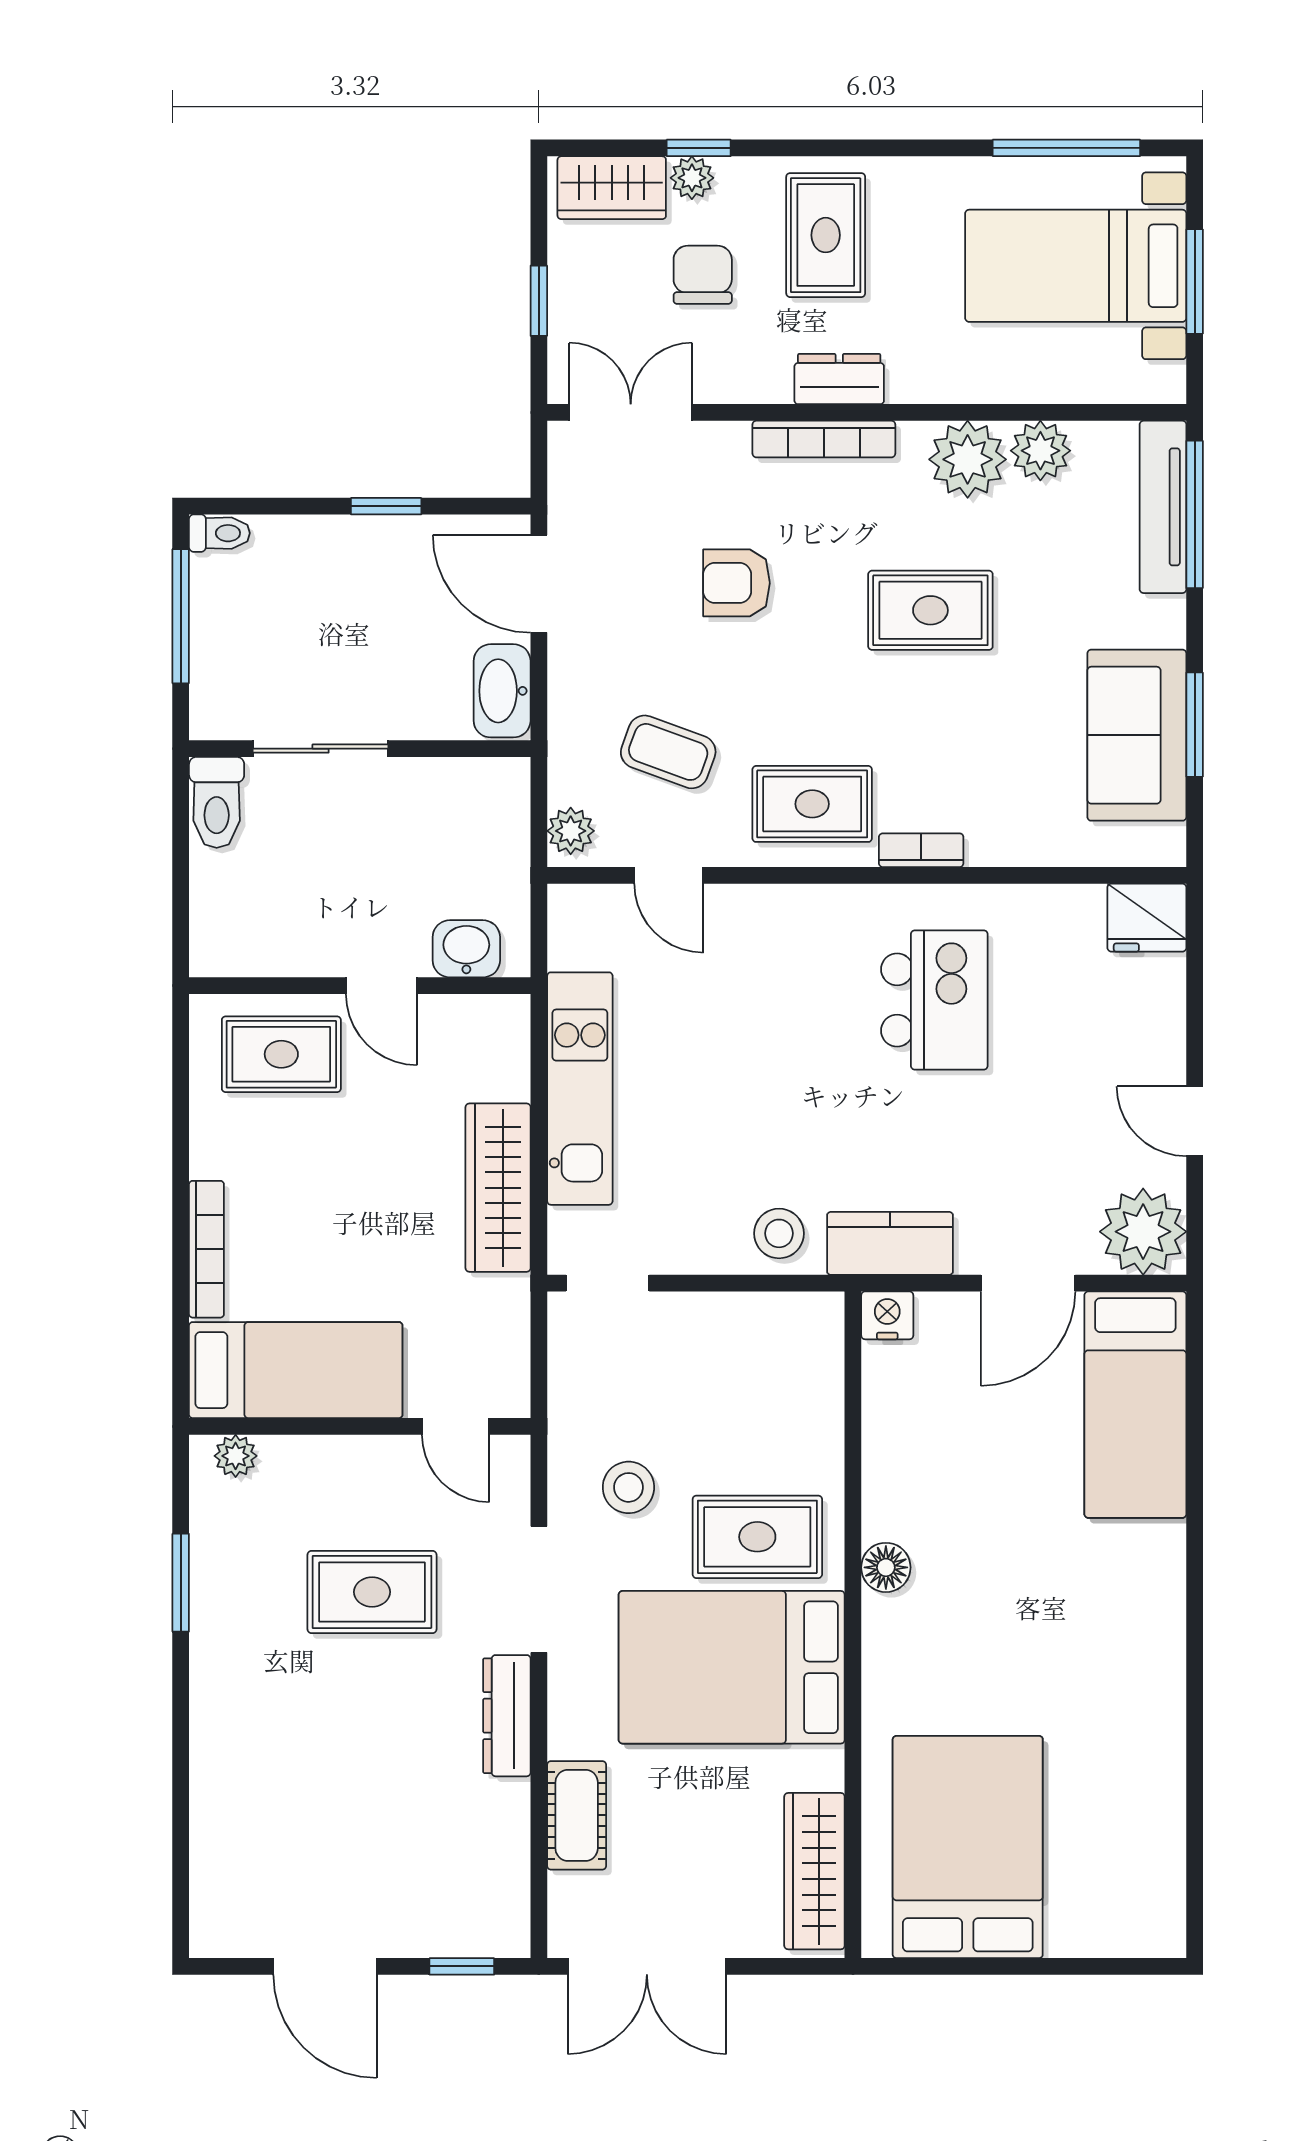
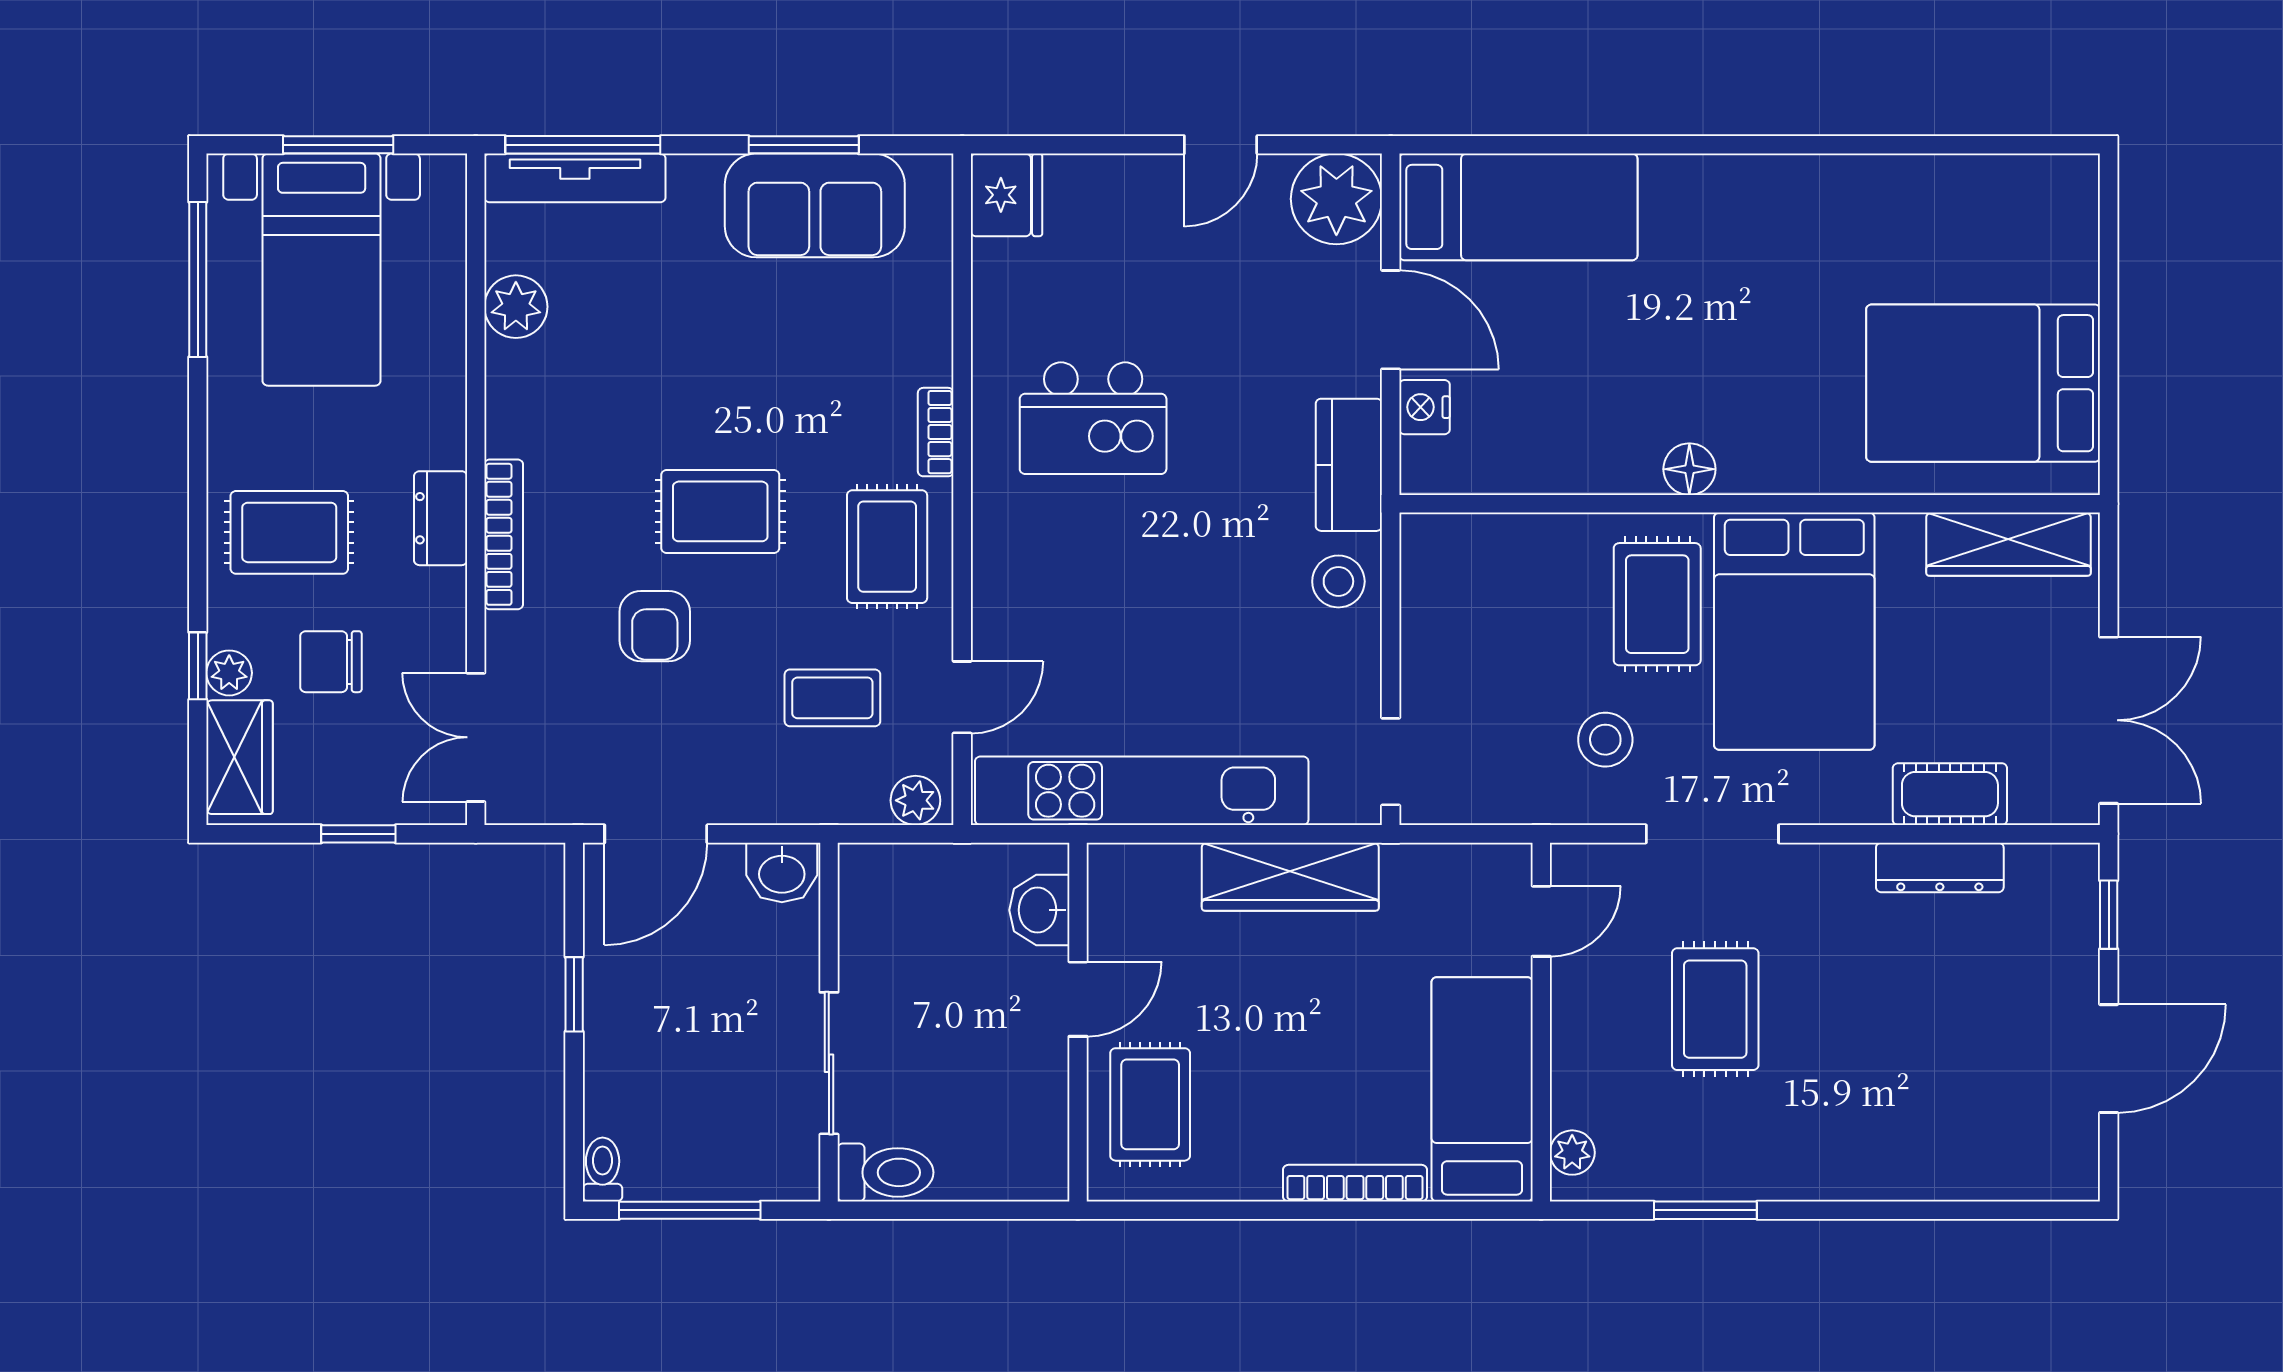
plant: (968, 459) -> (525, 383), removed
rug: (930, 610) -> (720, 511), moved, turned 90
washbasin: (502, 691) -> (782, 872), width x0.72
coffee table: (668, 752) -> (832, 698), turned 70
kitchen island: (934, 1000) -> (1093, 418), turned 180
kitchen unit: (580, 1089) -> (1142, 791), width x1.36
nightstand: (887, 1315) -> (1424, 407), moved
dresser: (507, 1716) -> (1940, 867), moved

